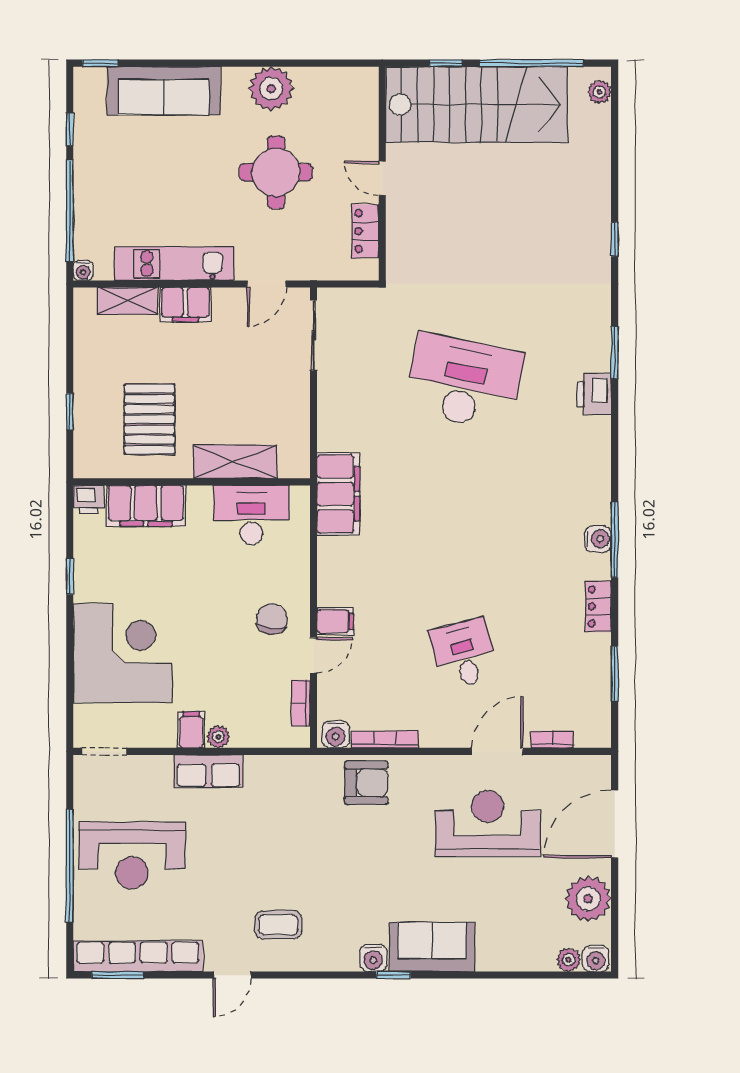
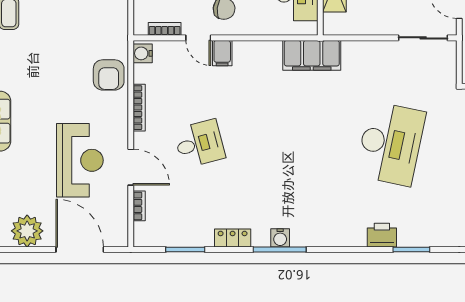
bookcase: (385, 739) -> (139, 108), moved

